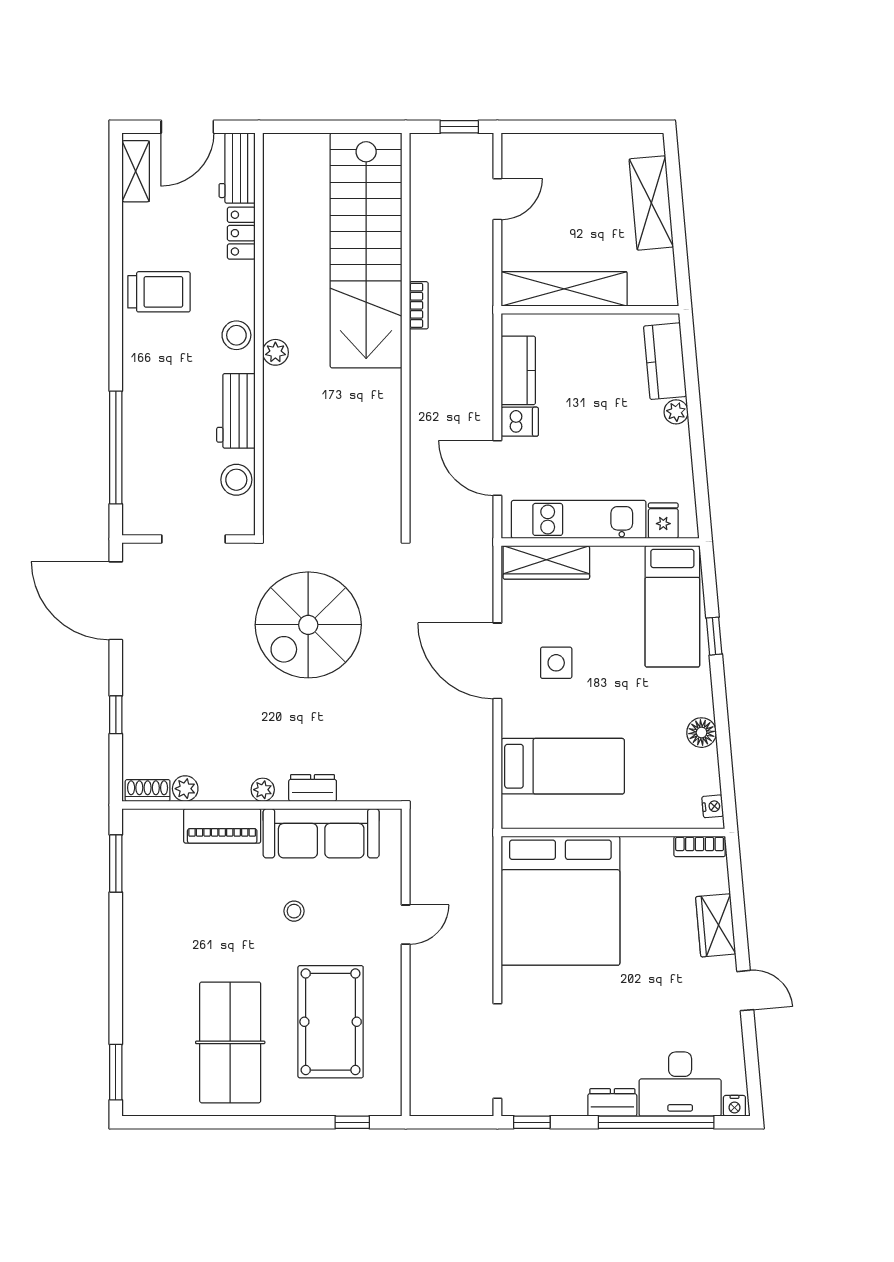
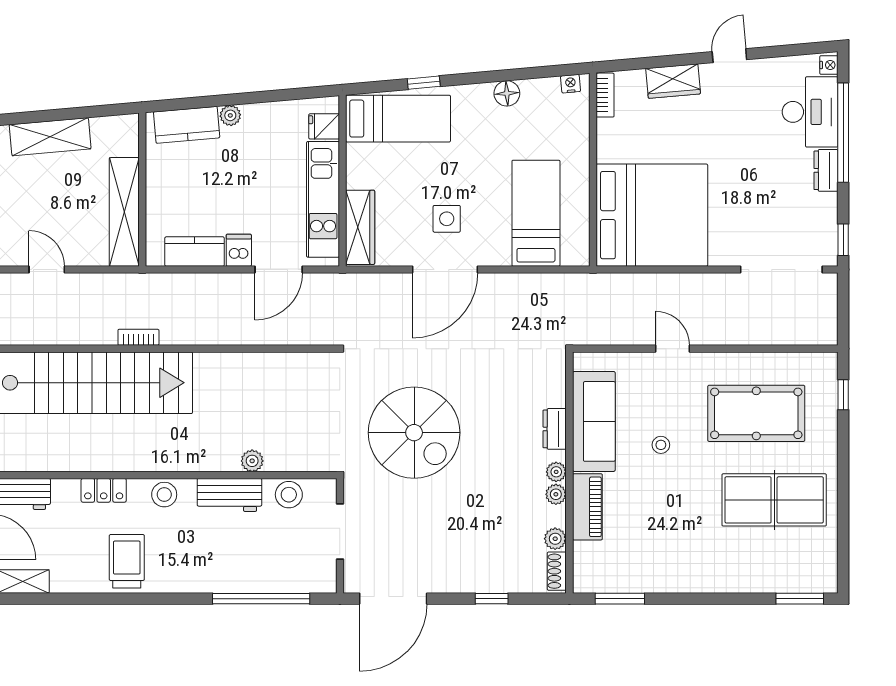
locker: (241, 233) -> (104, 490), moved
plant: (275, 352) -> (252, 461), moved
plant: (237, 789) -> (556, 494), added

